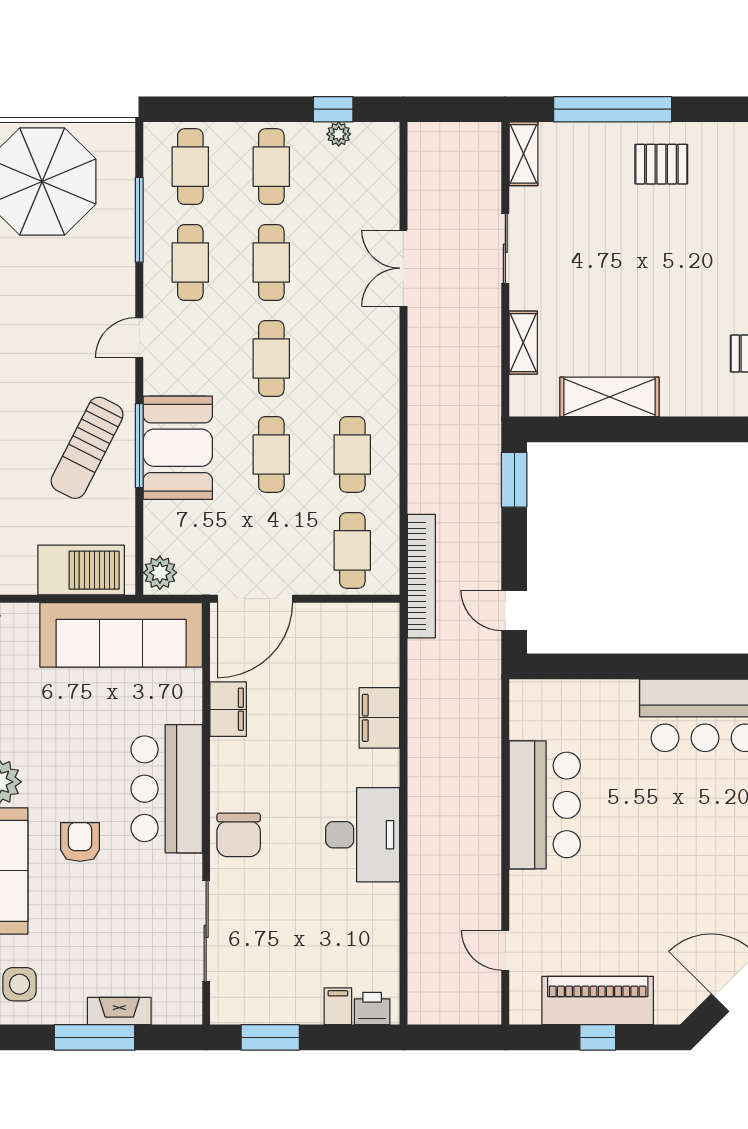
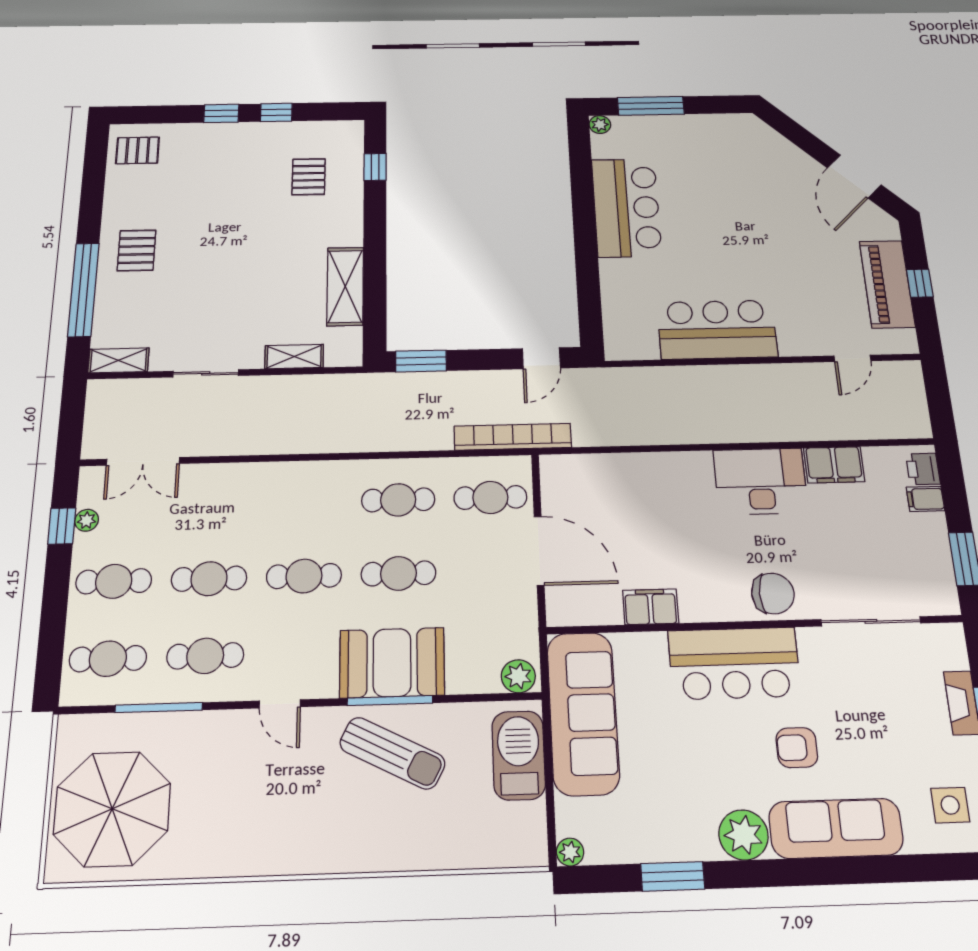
double door: (403, 268) -> (143, 461), moved
door: (255, 599) -> (539, 551), moved
filing cabinet: (379, 718) -> (834, 465), moved

